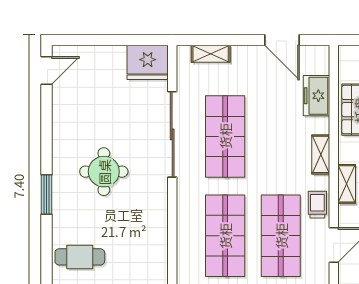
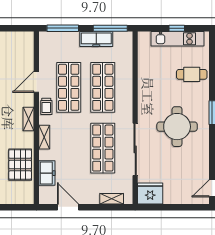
round table: (104, 172) -> (177, 127), width x1.36, depth x1.36

